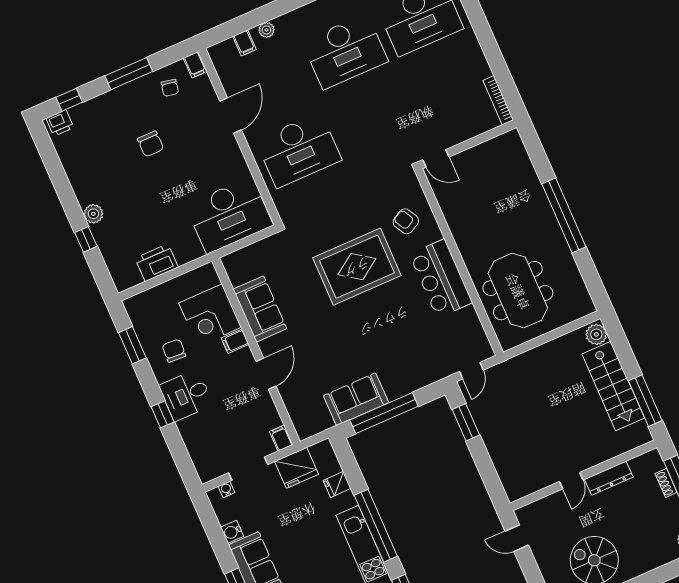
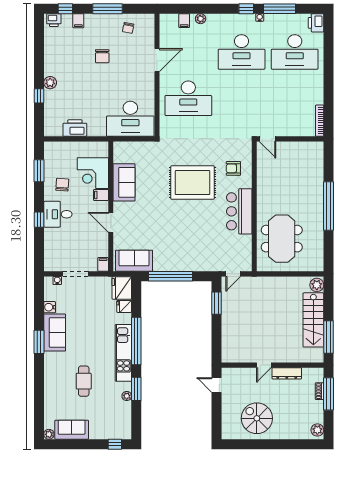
filing cabinet: (195, 65) -> (78, 21), moved
armchair: (406, 221) -> (233, 168), turned -61
door: (266, 374) -> (111, 222), swing flipped
sofa: (356, 399) -> (134, 261), moved
fridge: (297, 468) -> (122, 288), moved, turned 90

